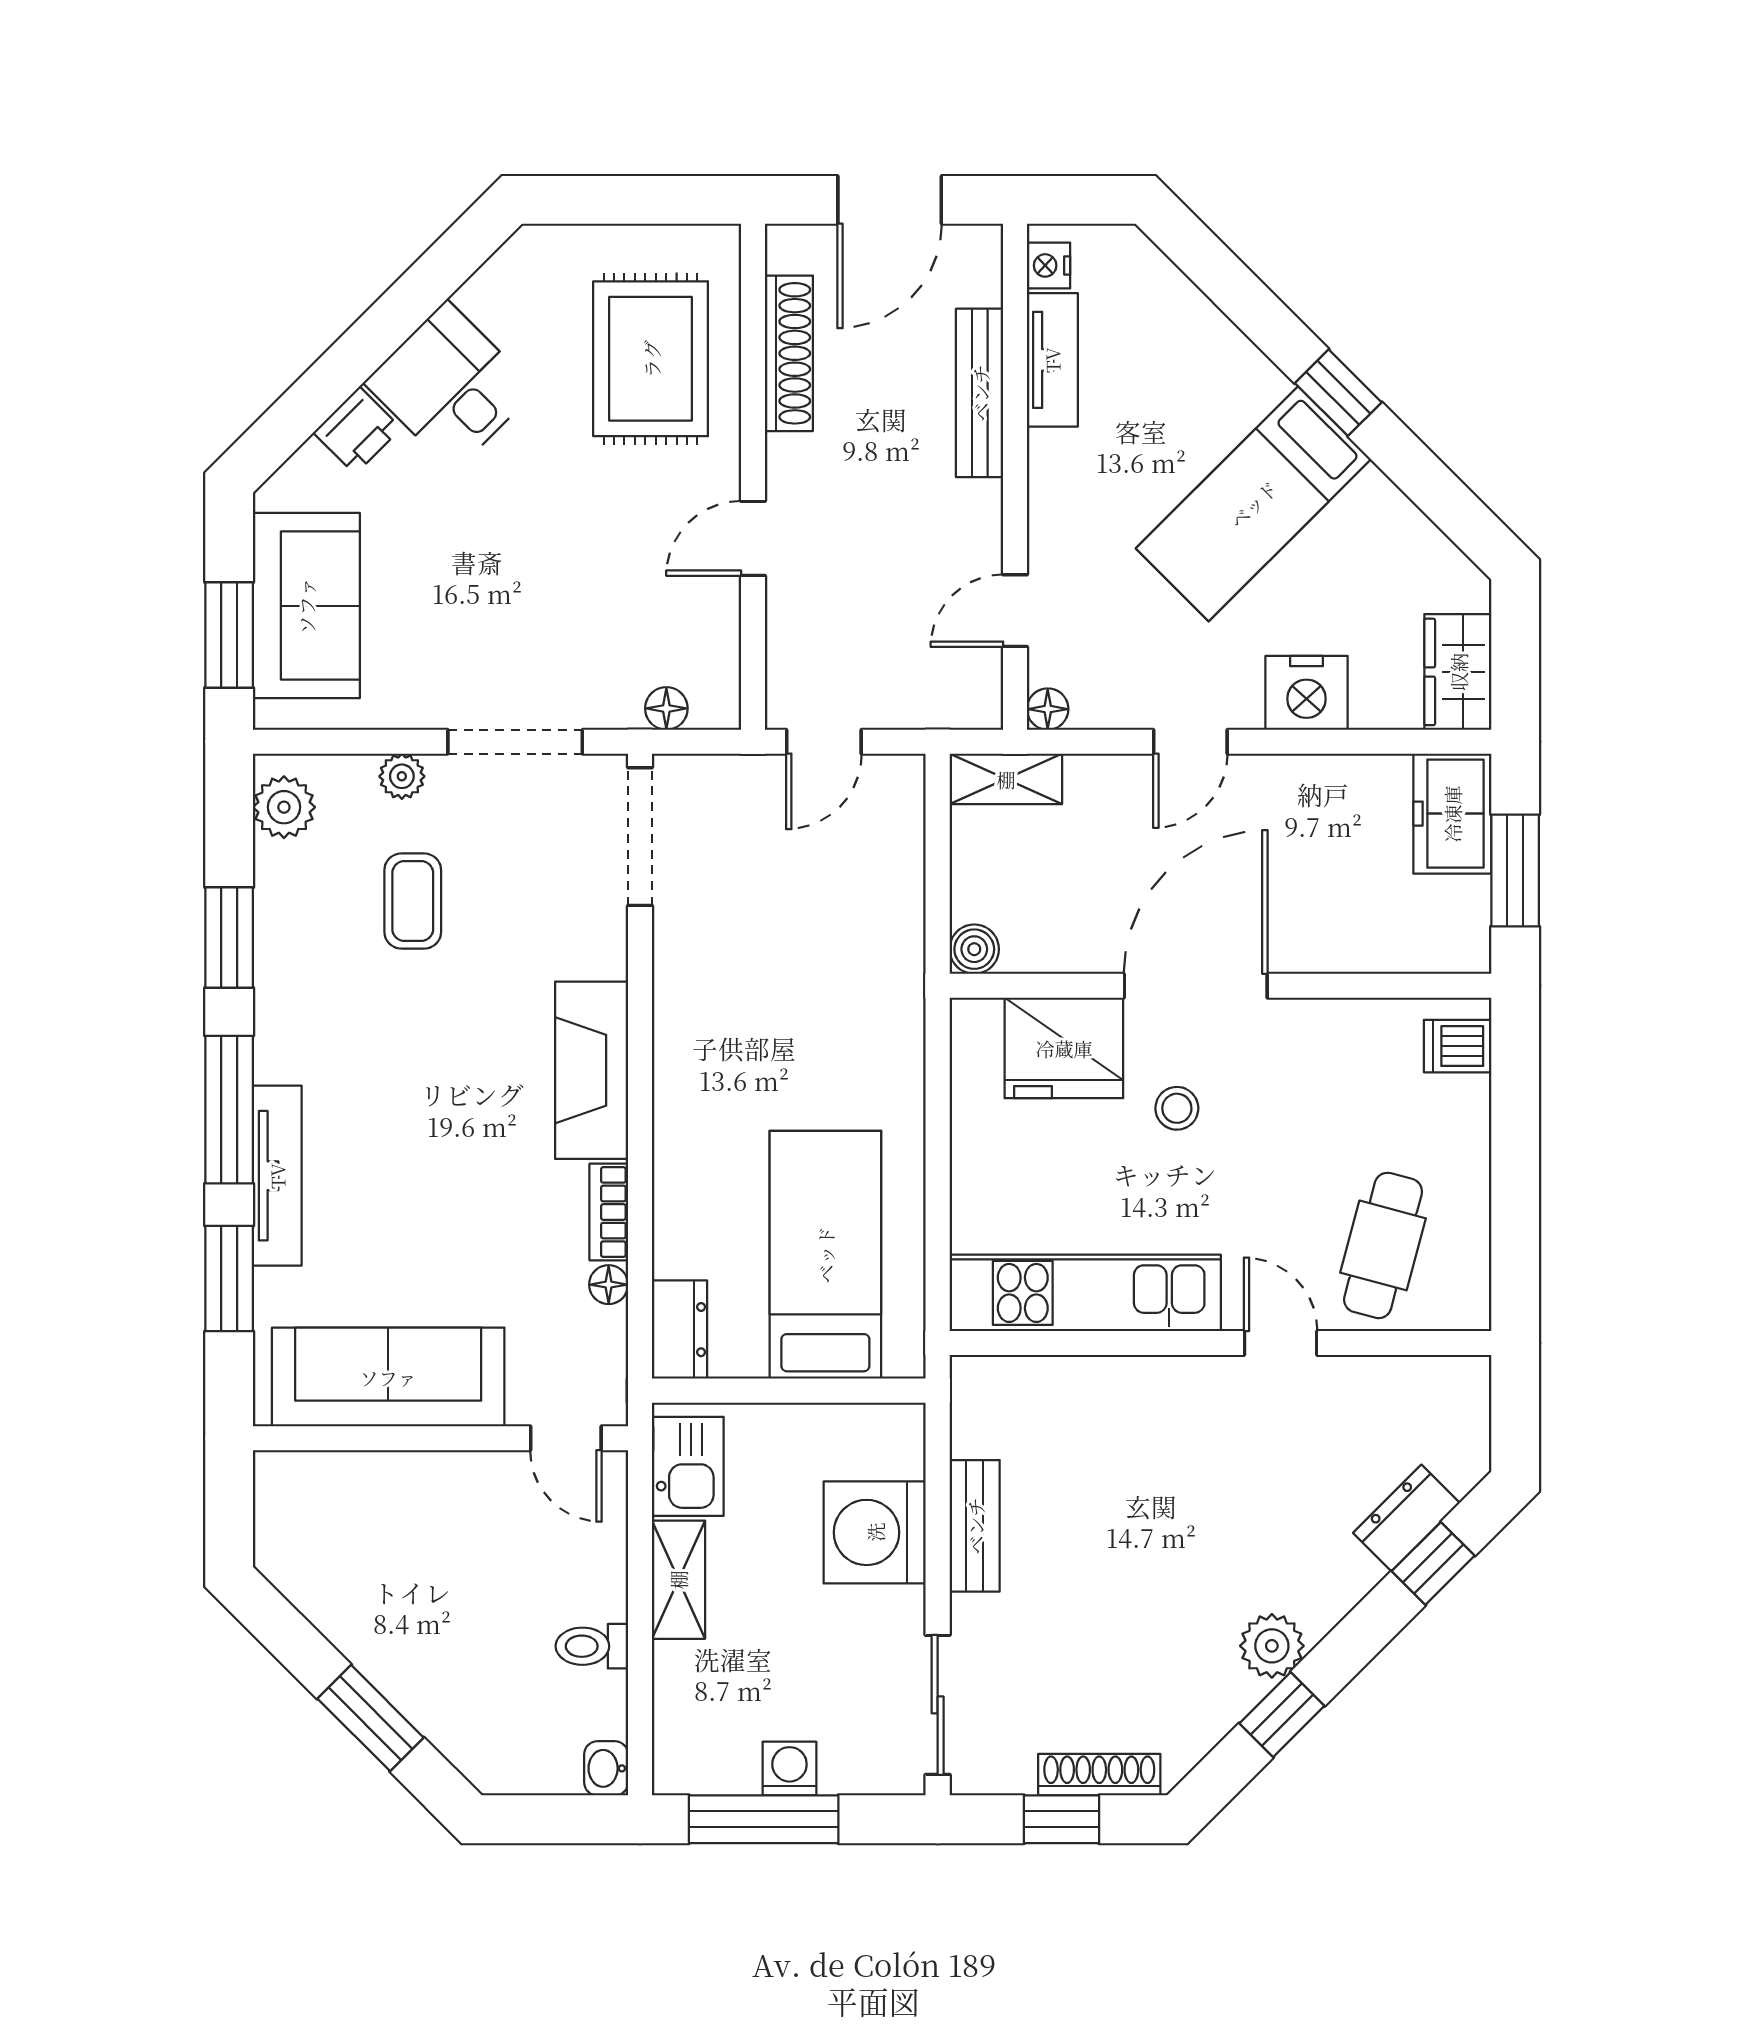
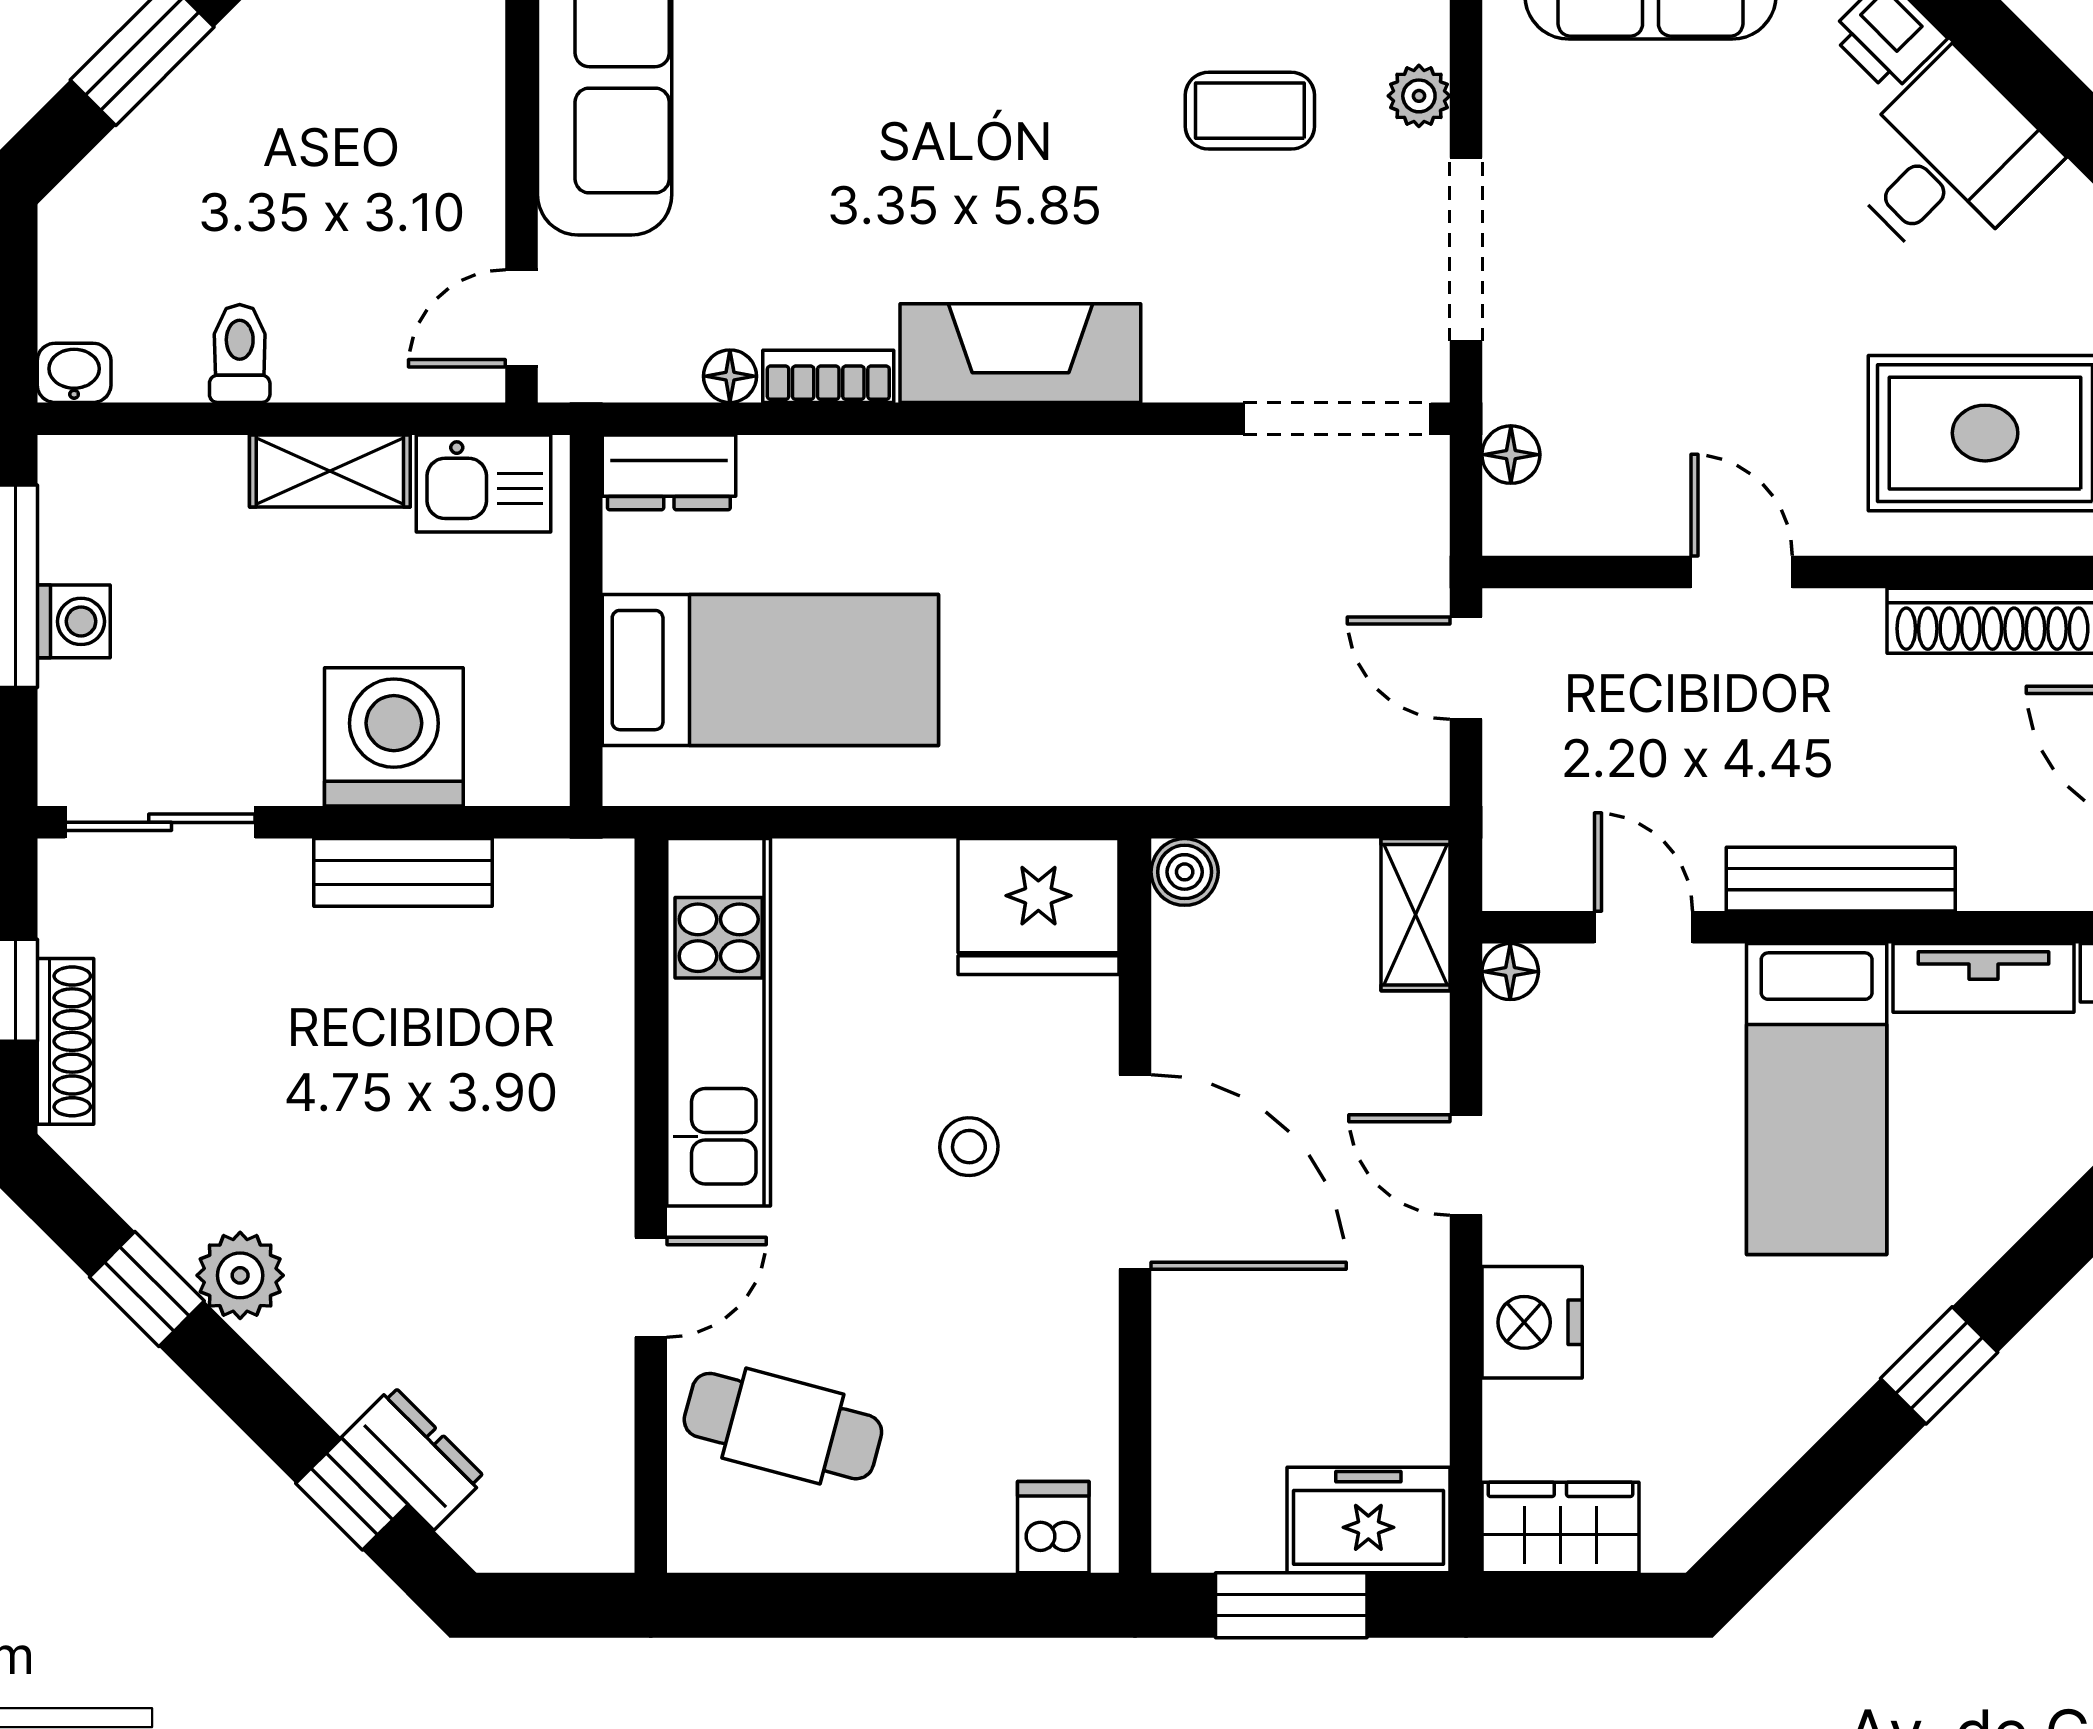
bench: (980, 393) -> (1841, 879), moved
bed: (1253, 504) -> (1817, 1099), moved, turned -135
fridge: (1064, 1048) -> (1038, 907), moved, turned -90

